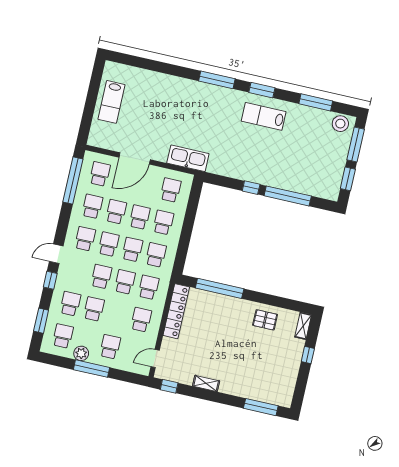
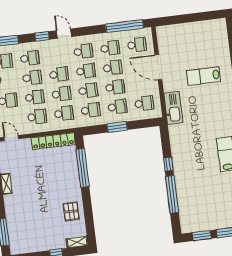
lab bench: (111, 102) -> (204, 76), moved
window: (187, 231) -> (117, 127), added
school desk: (118, 314) -> (35, 97), added

